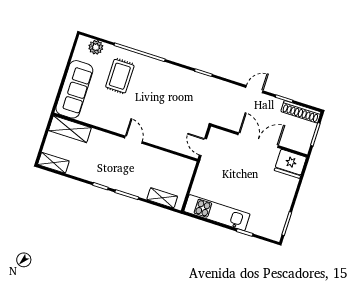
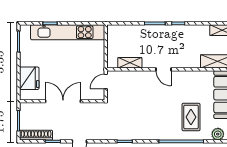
double door: (258, 140) -> (63, 101), swing flipped
door: (203, 147) -> (106, 81), swing flipped
fridge: (290, 164) -> (29, 78), moved, turned 90
shelving: (162, 198) -> (130, 63), moved
kitchen unit: (217, 213) -> (68, 32), width x1.36

